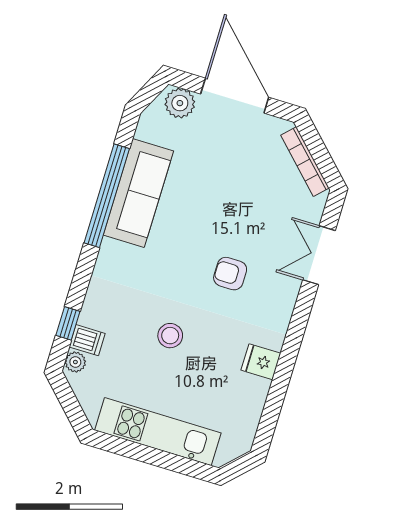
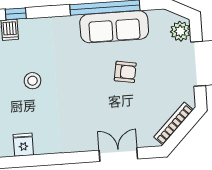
armchair: (230, 274) -> (125, 72), moved, turned 100
fridge: (261, 362) -> (23, 145), moved

